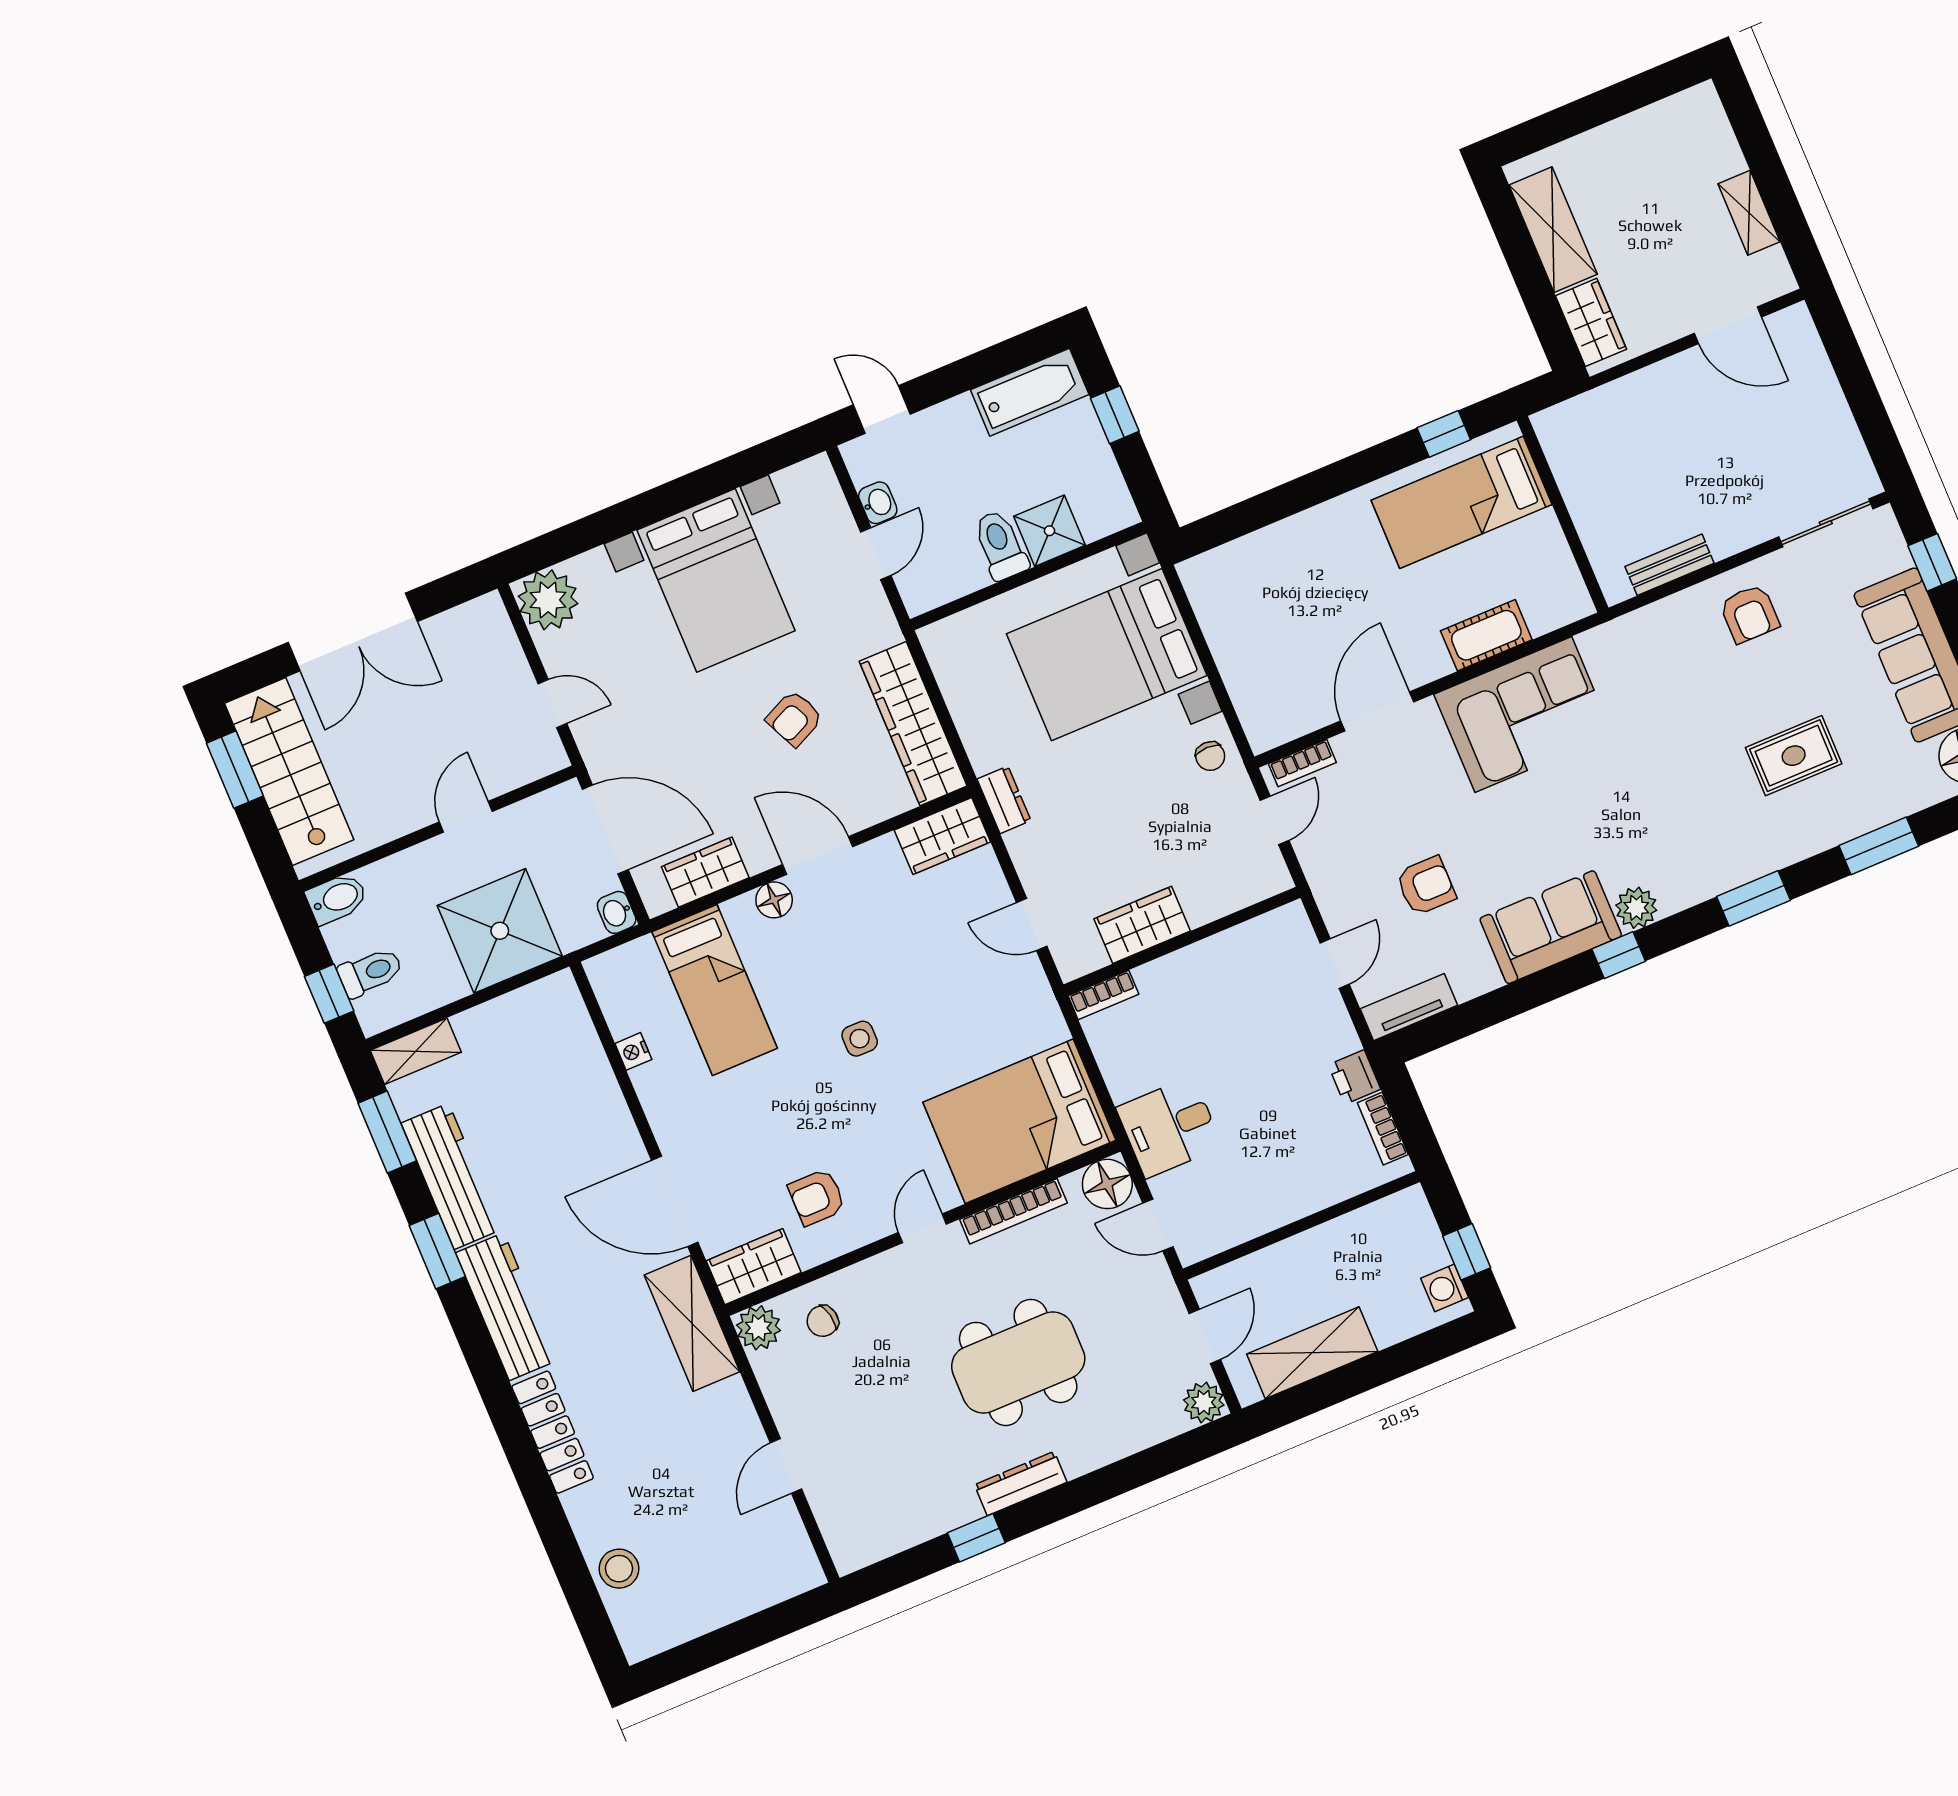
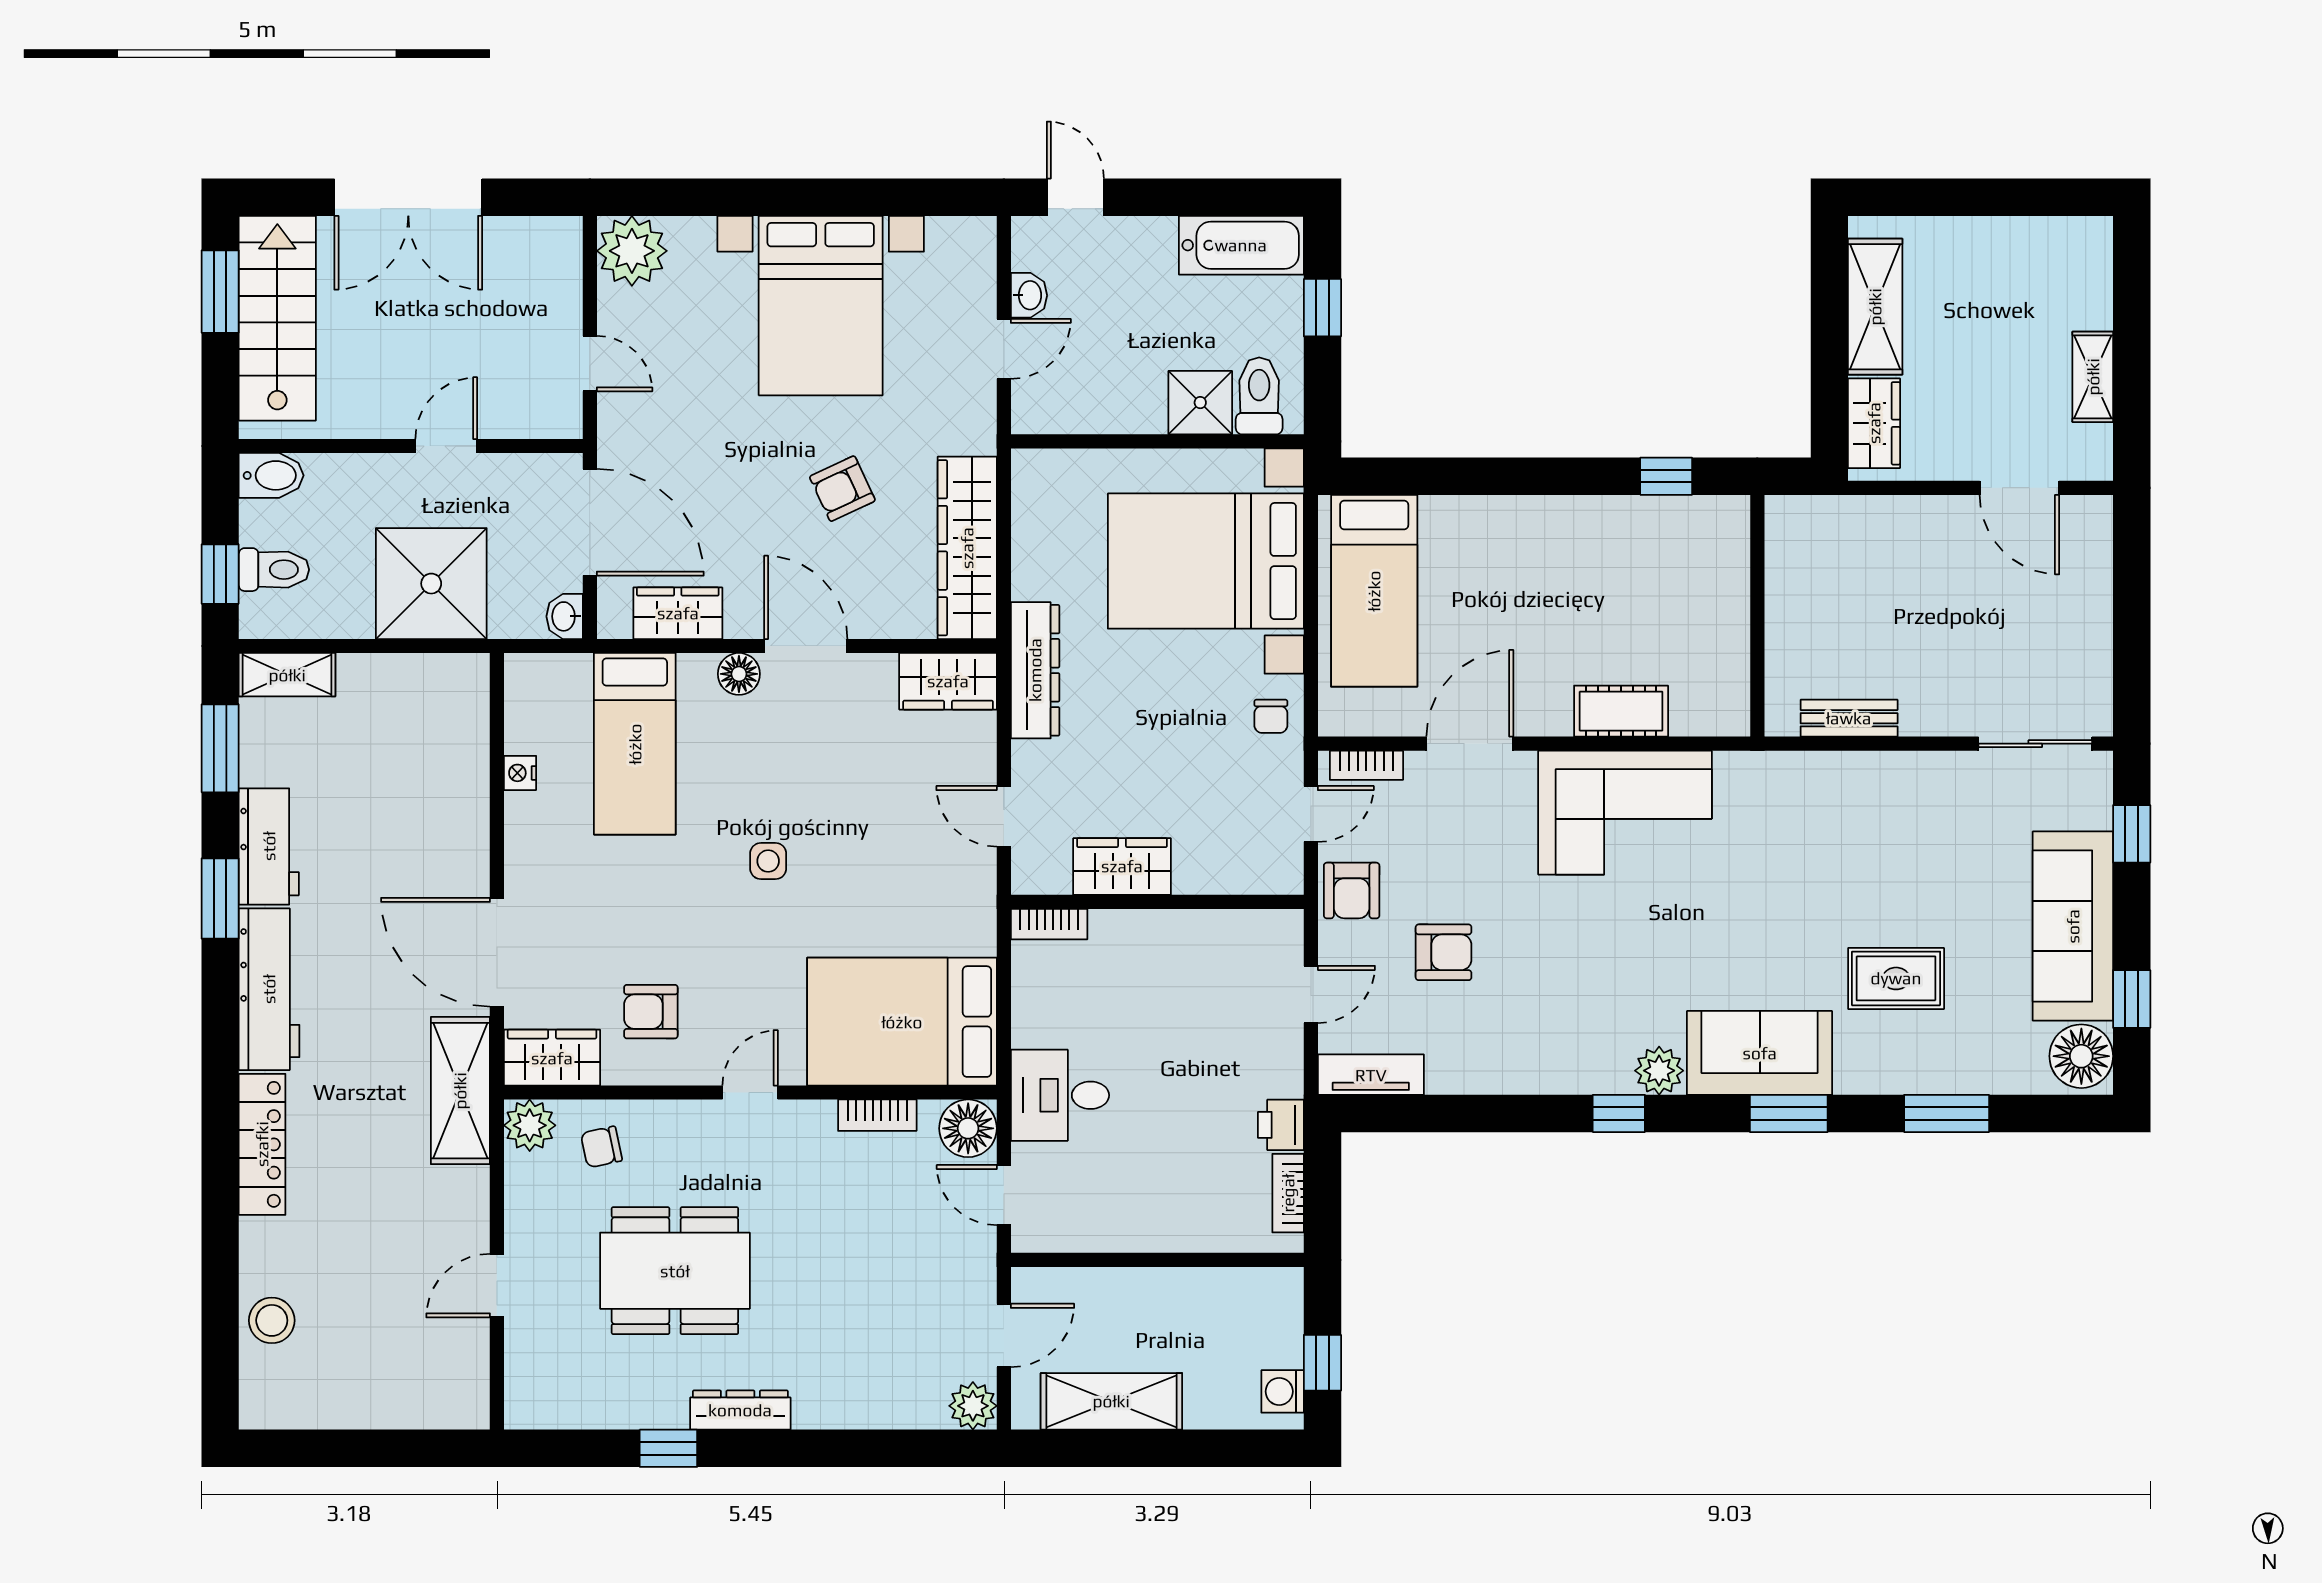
bed: (1462, 502) -> (1374, 591), moved, turned -90
toilet: (1000, 545) -> (1259, 396), moved
armchair: (1749, 614) -> (1352, 891), moved
dresser: (1004, 800) -> (1035, 670), width x1.96, depth x1.24
sofa: (1551, 927) -> (1760, 1053), moved
workbench: (451, 1176) -> (269, 846), width x0.73
bookcase: (1013, 1211) -> (877, 1115), width x0.64
dining table: (1018, 1362) -> (675, 1271), moved

